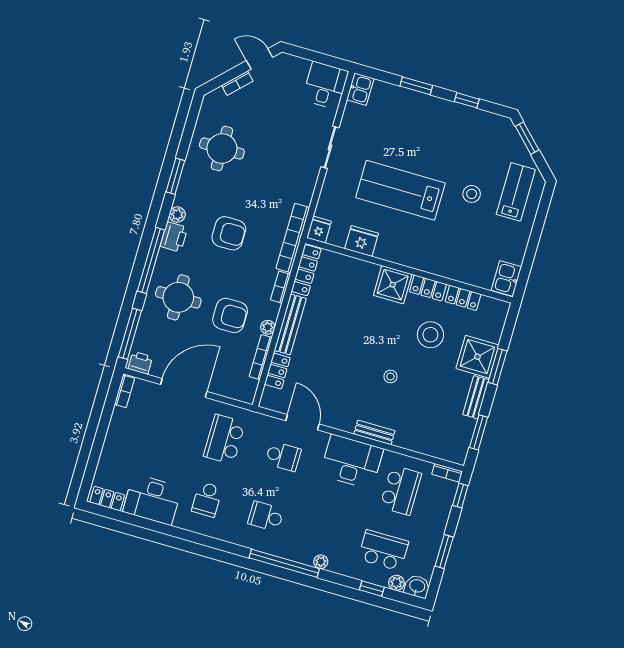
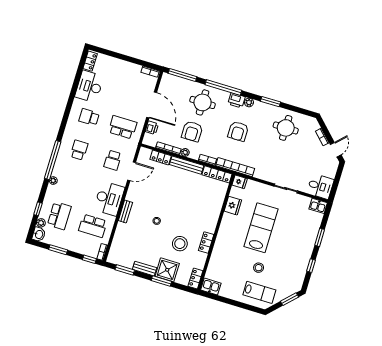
shower: (393, 285) -> (208, 223), removed
locker: (463, 298) -> (195, 278), moved
printer: (140, 363) -> (152, 128), moved

